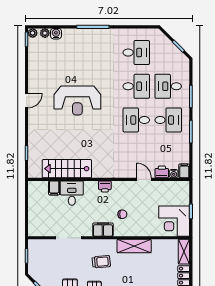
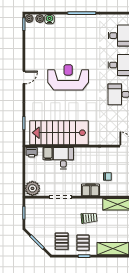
reception desk: (77, 100) -> (68, 77), turned 180
stairs: (67, 169) -> (59, 133), width x1.36, depth x1.51
printer: (105, 186) -> (32, 152), moved
plant: (36, 228) -> (32, 188), added

